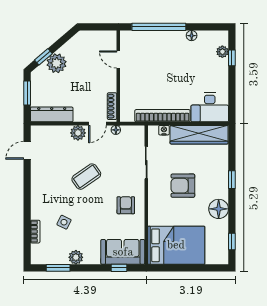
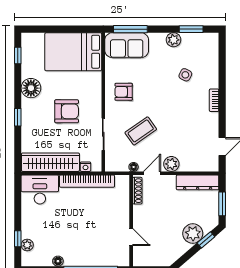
coffee table: (86, 177) -> (141, 131), moved
armchair: (126, 205) -> (124, 92), turned 90
bookcase: (35, 232) -> (214, 100), moved
window: (119, 268) -> (130, 29), width x2.17

